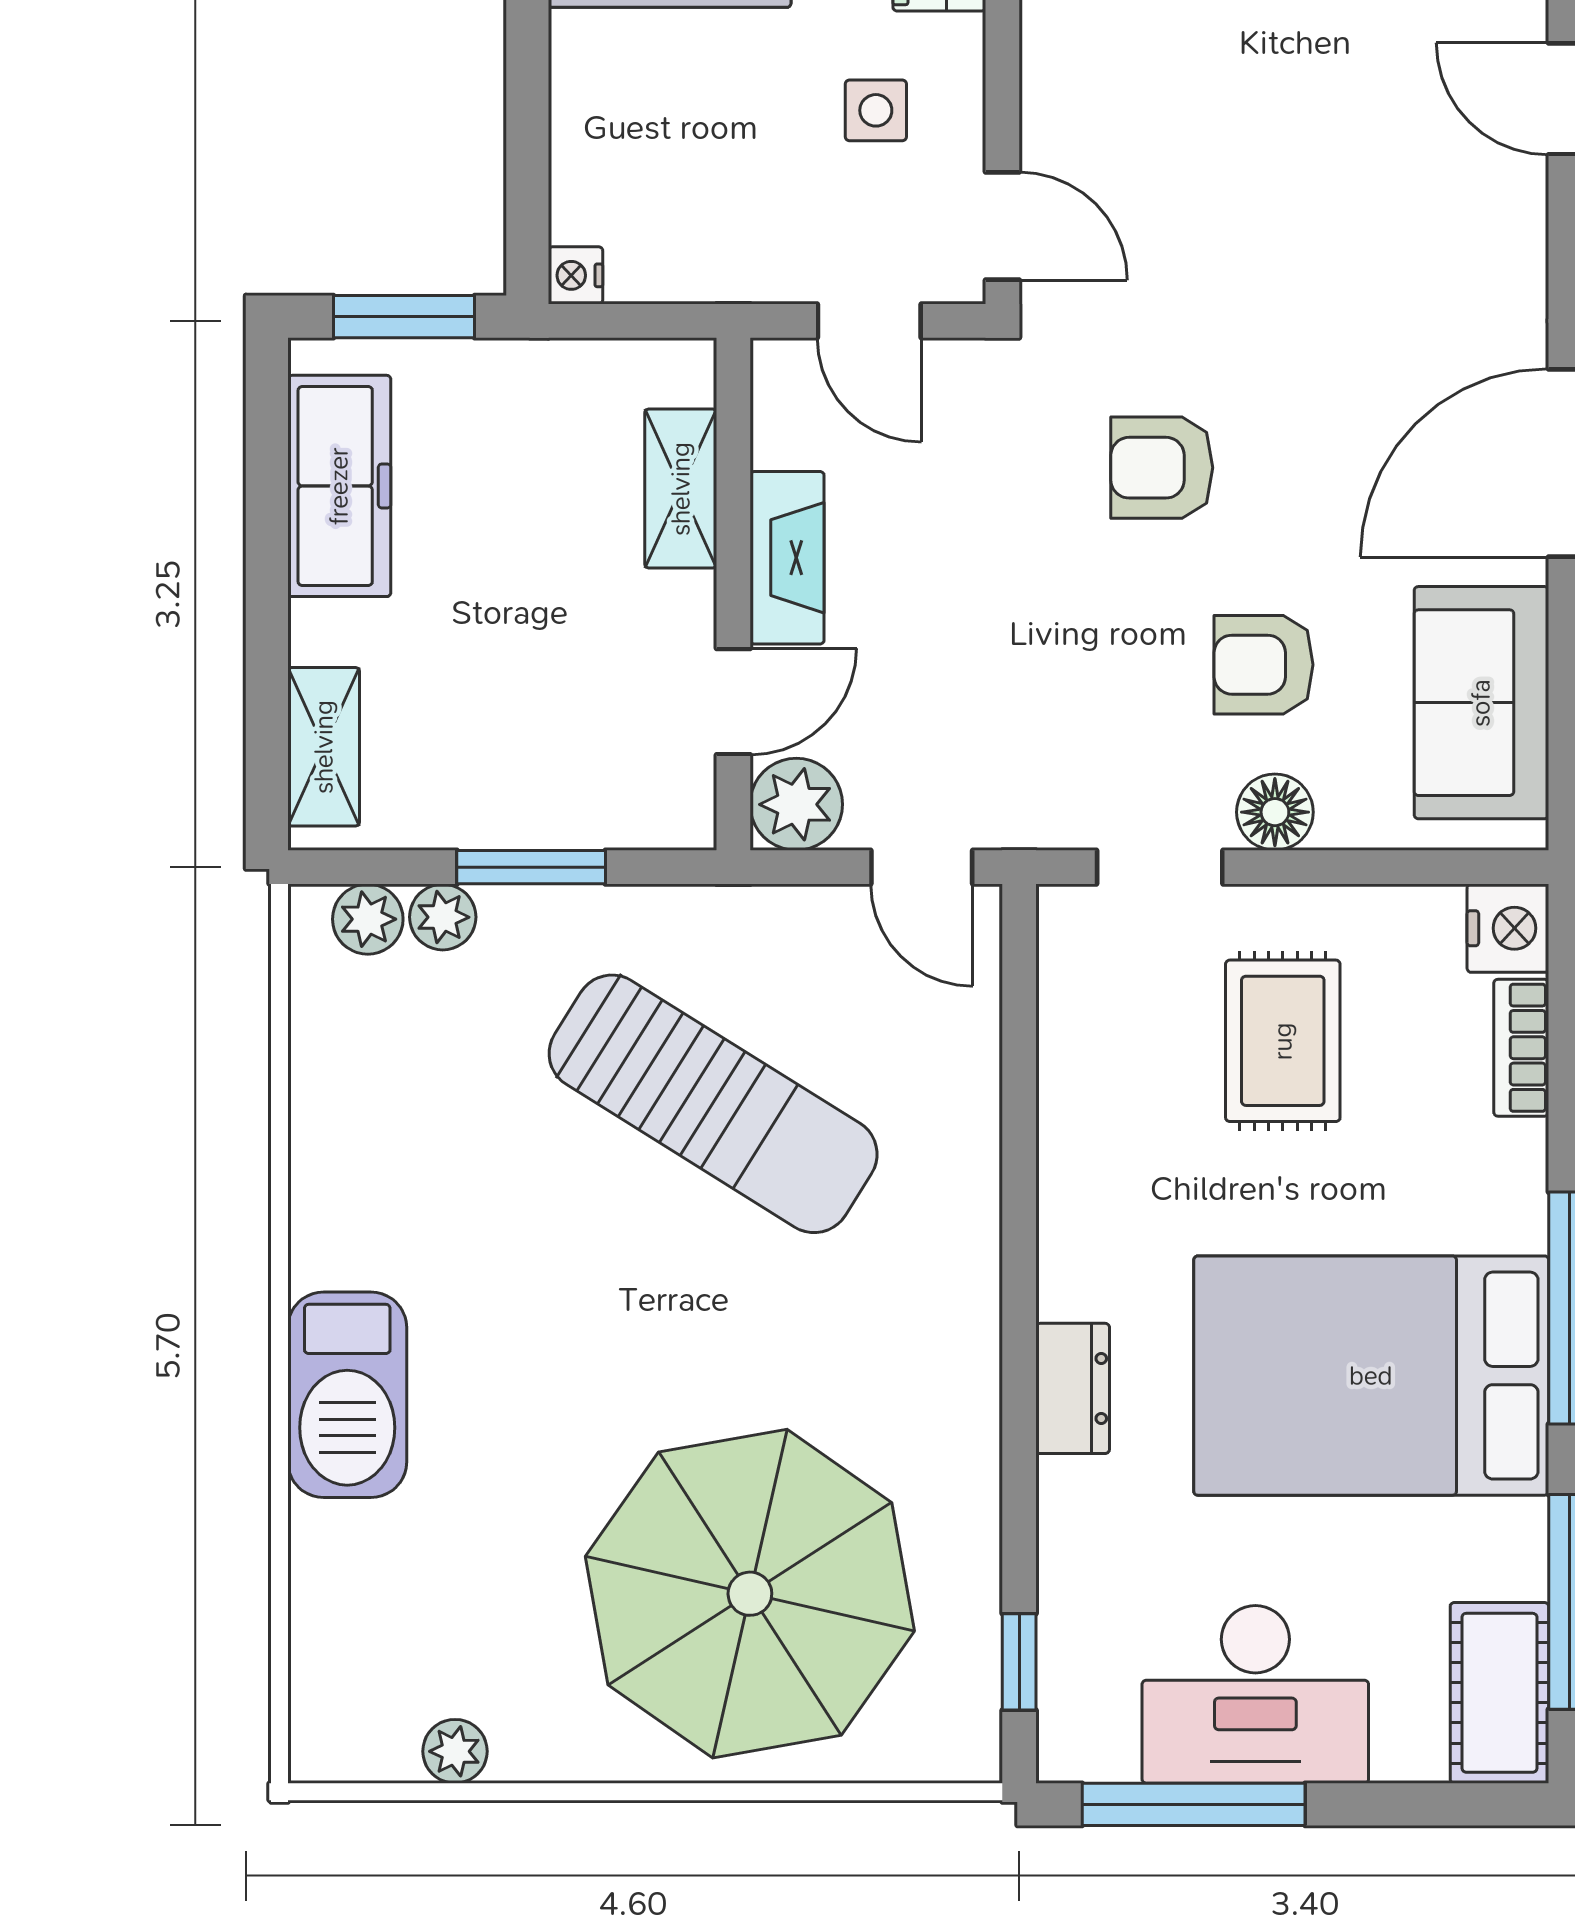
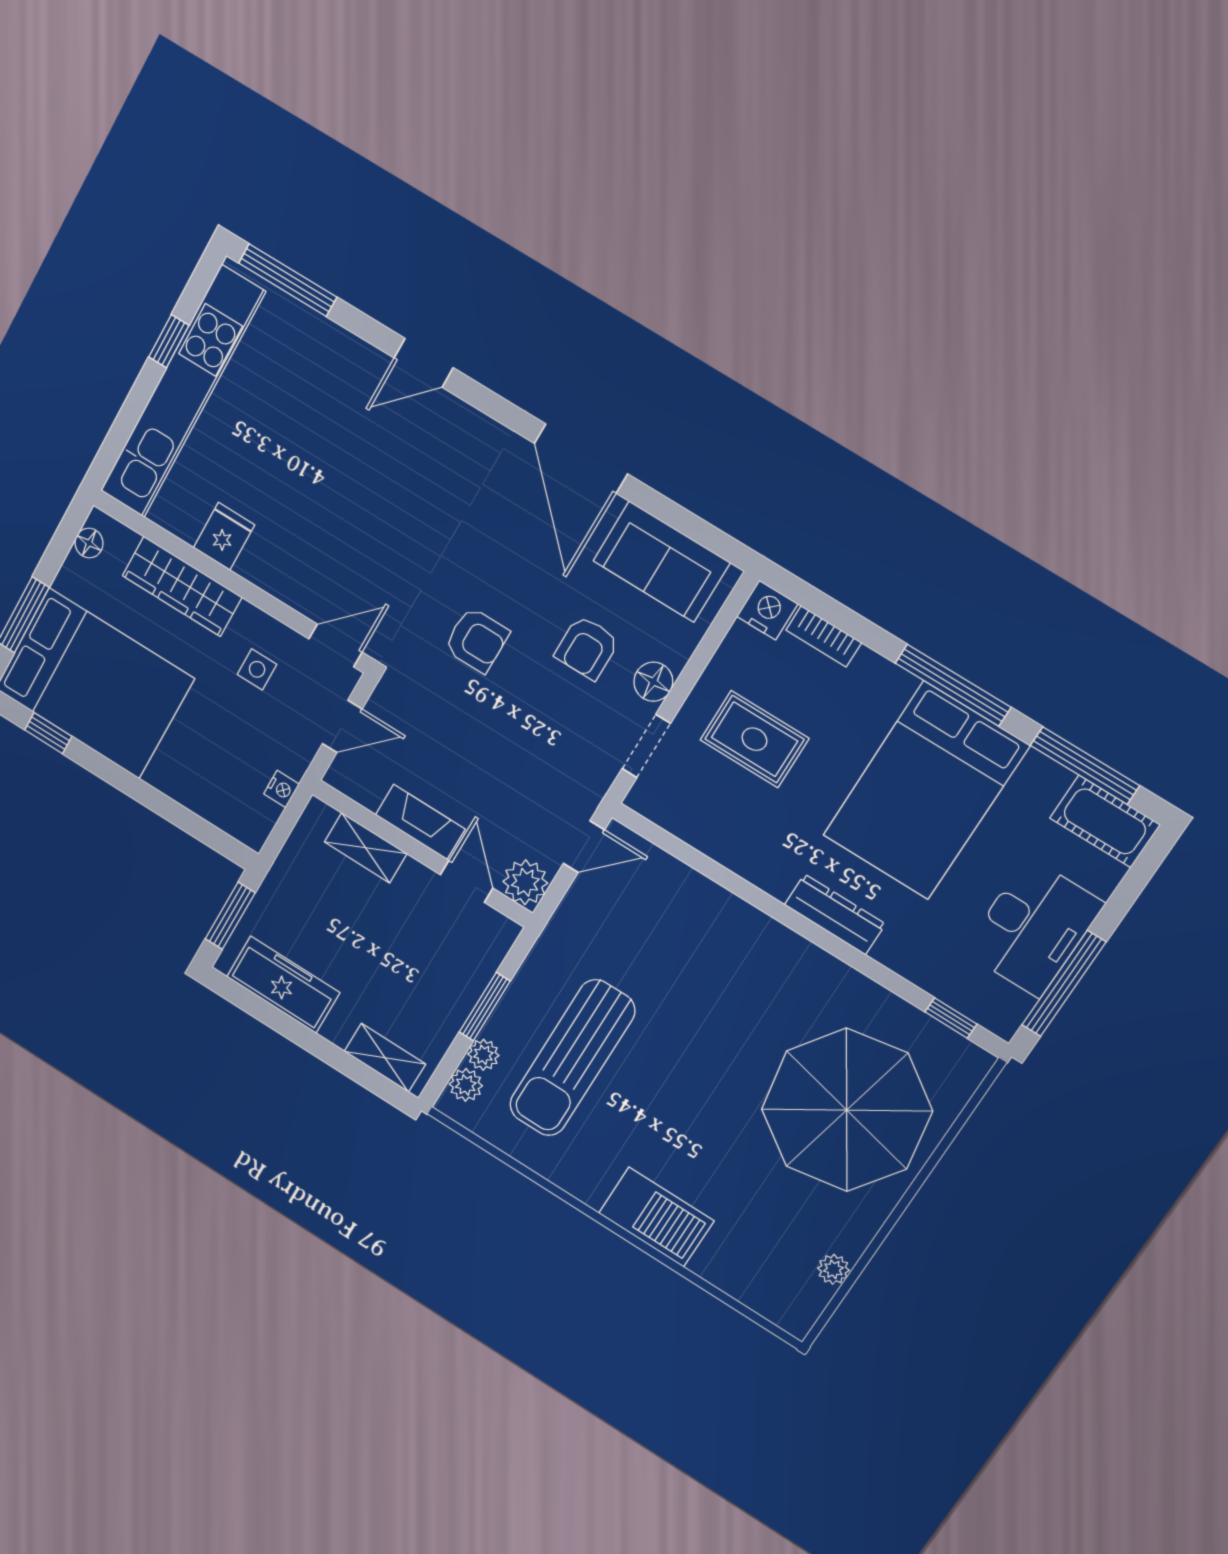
nightstand: (576, 275) -> (281, 789), moved, turned -90
armchair: (1162, 468) -> (477, 640), turned -90
sun lounger: (713, 1104) -> (572, 1058), moved, turned 148
dresser: (1073, 1388) -> (835, 914), width x1.44

